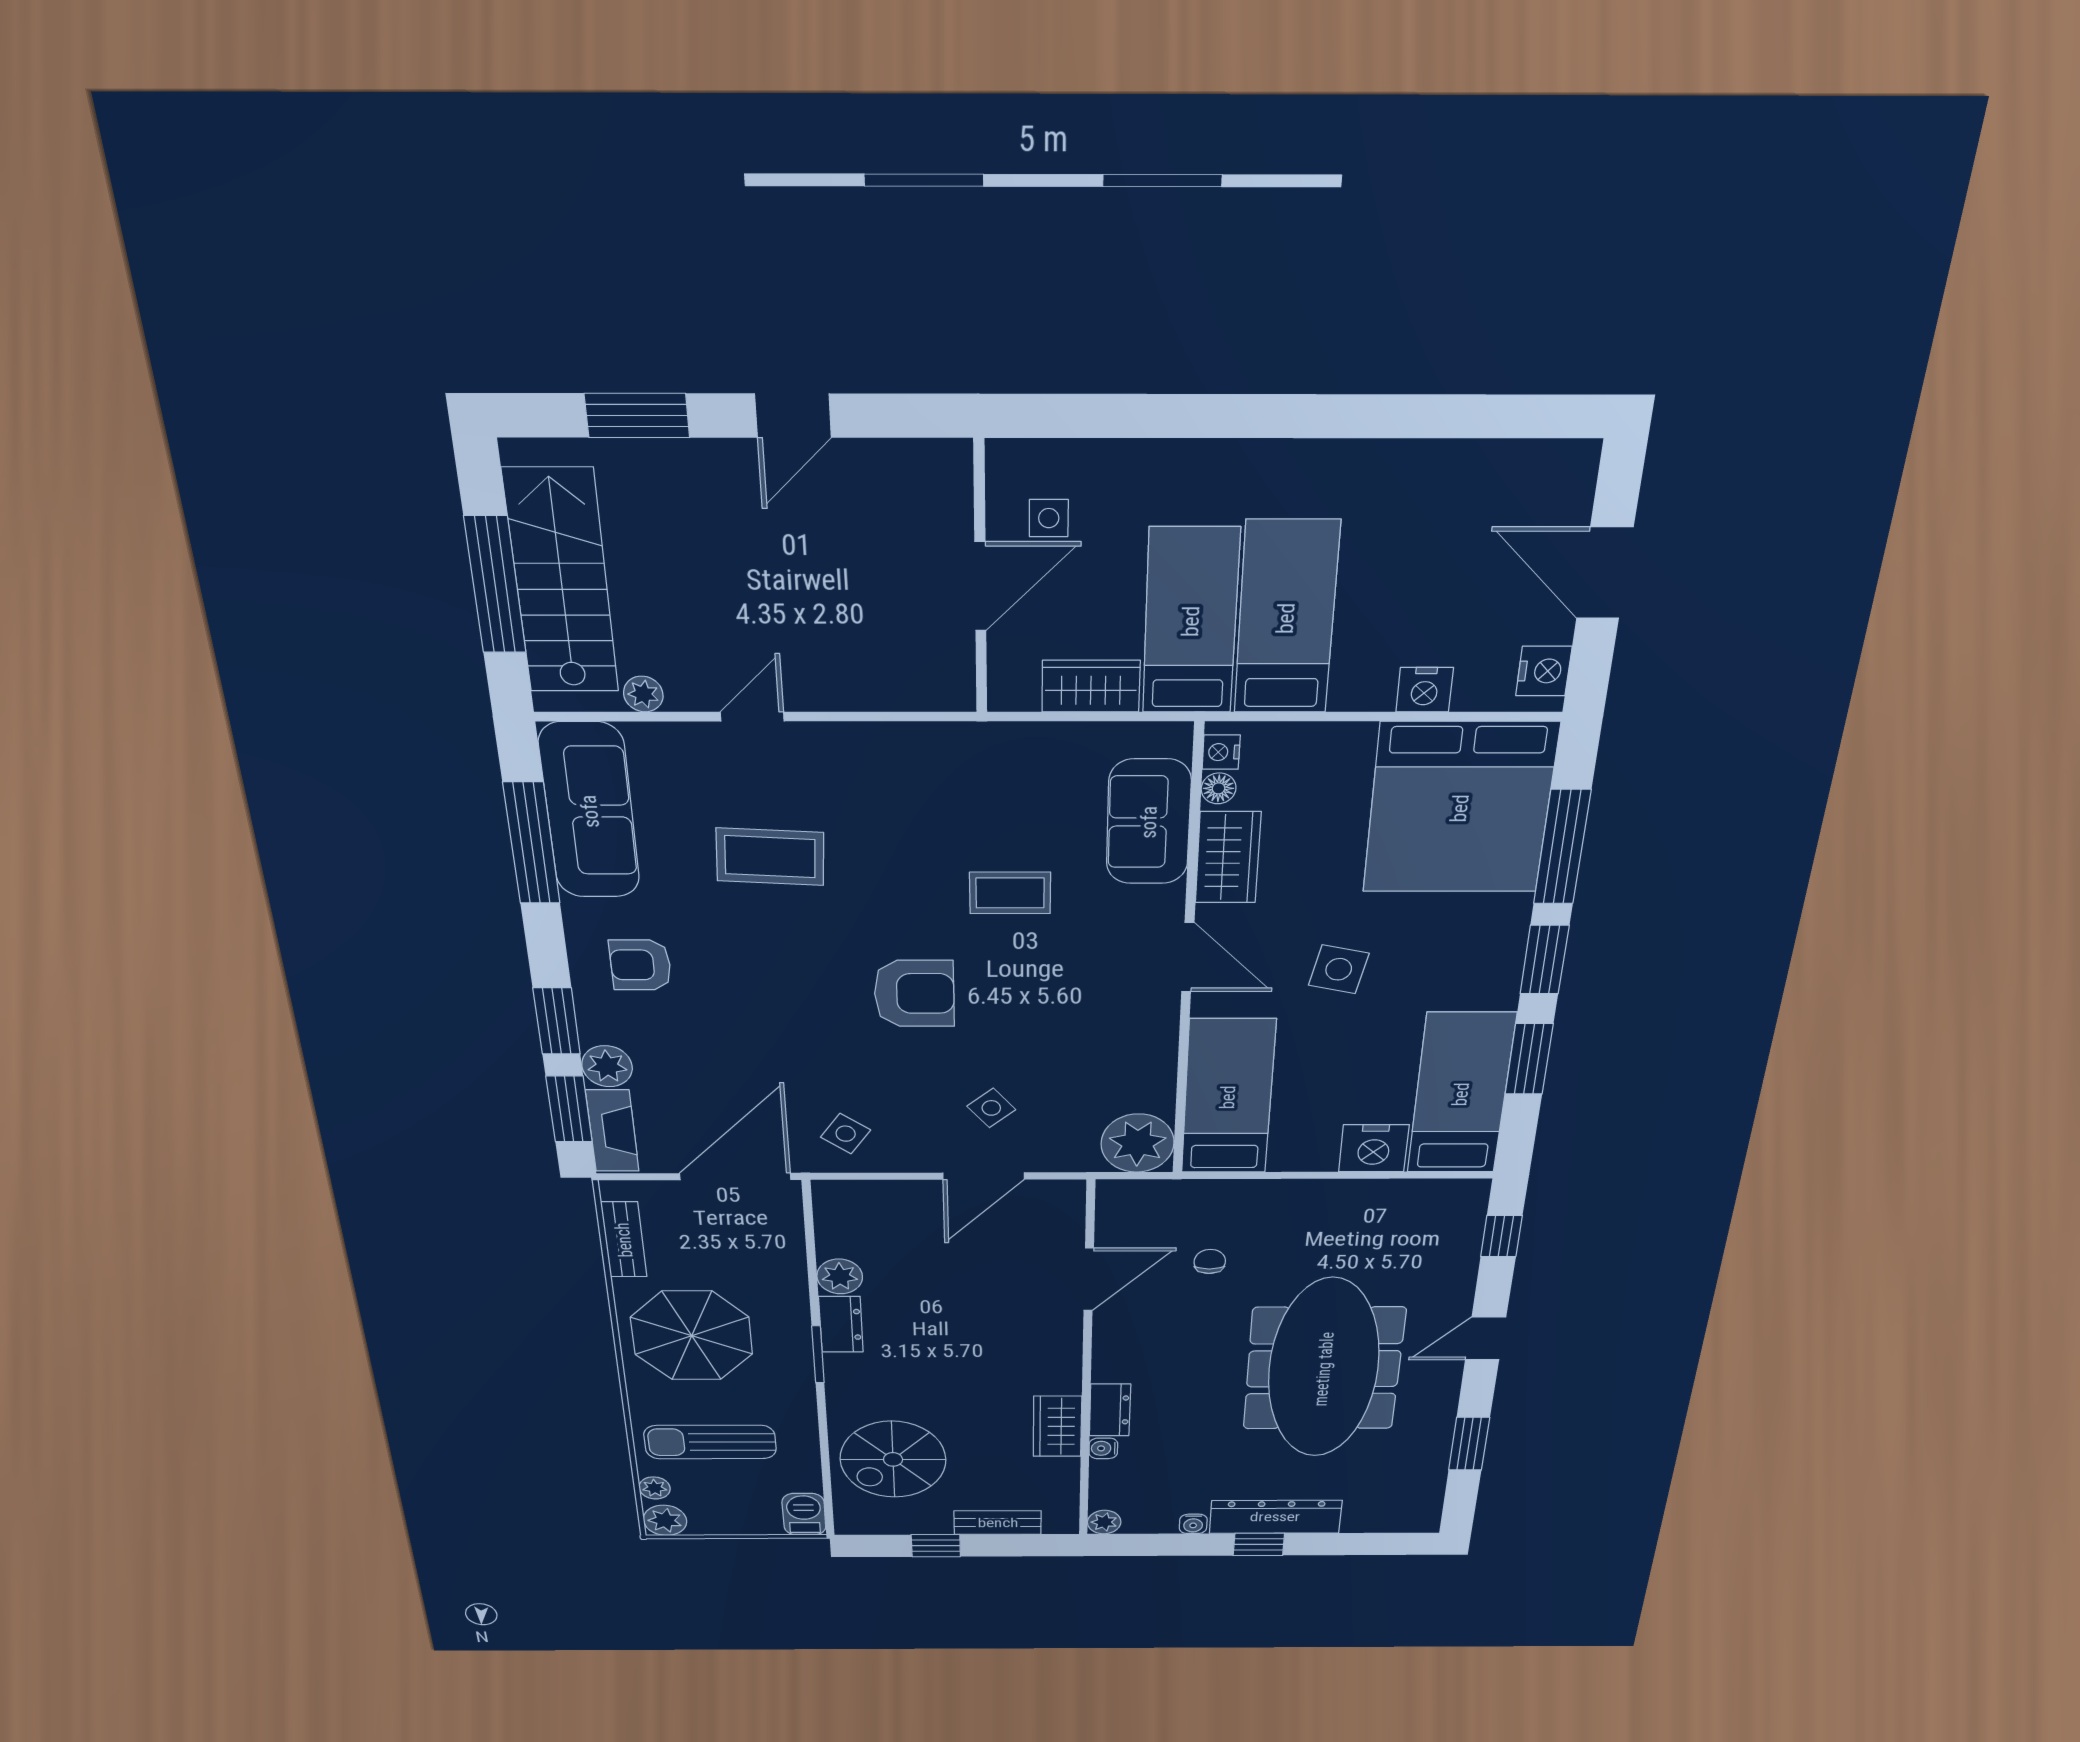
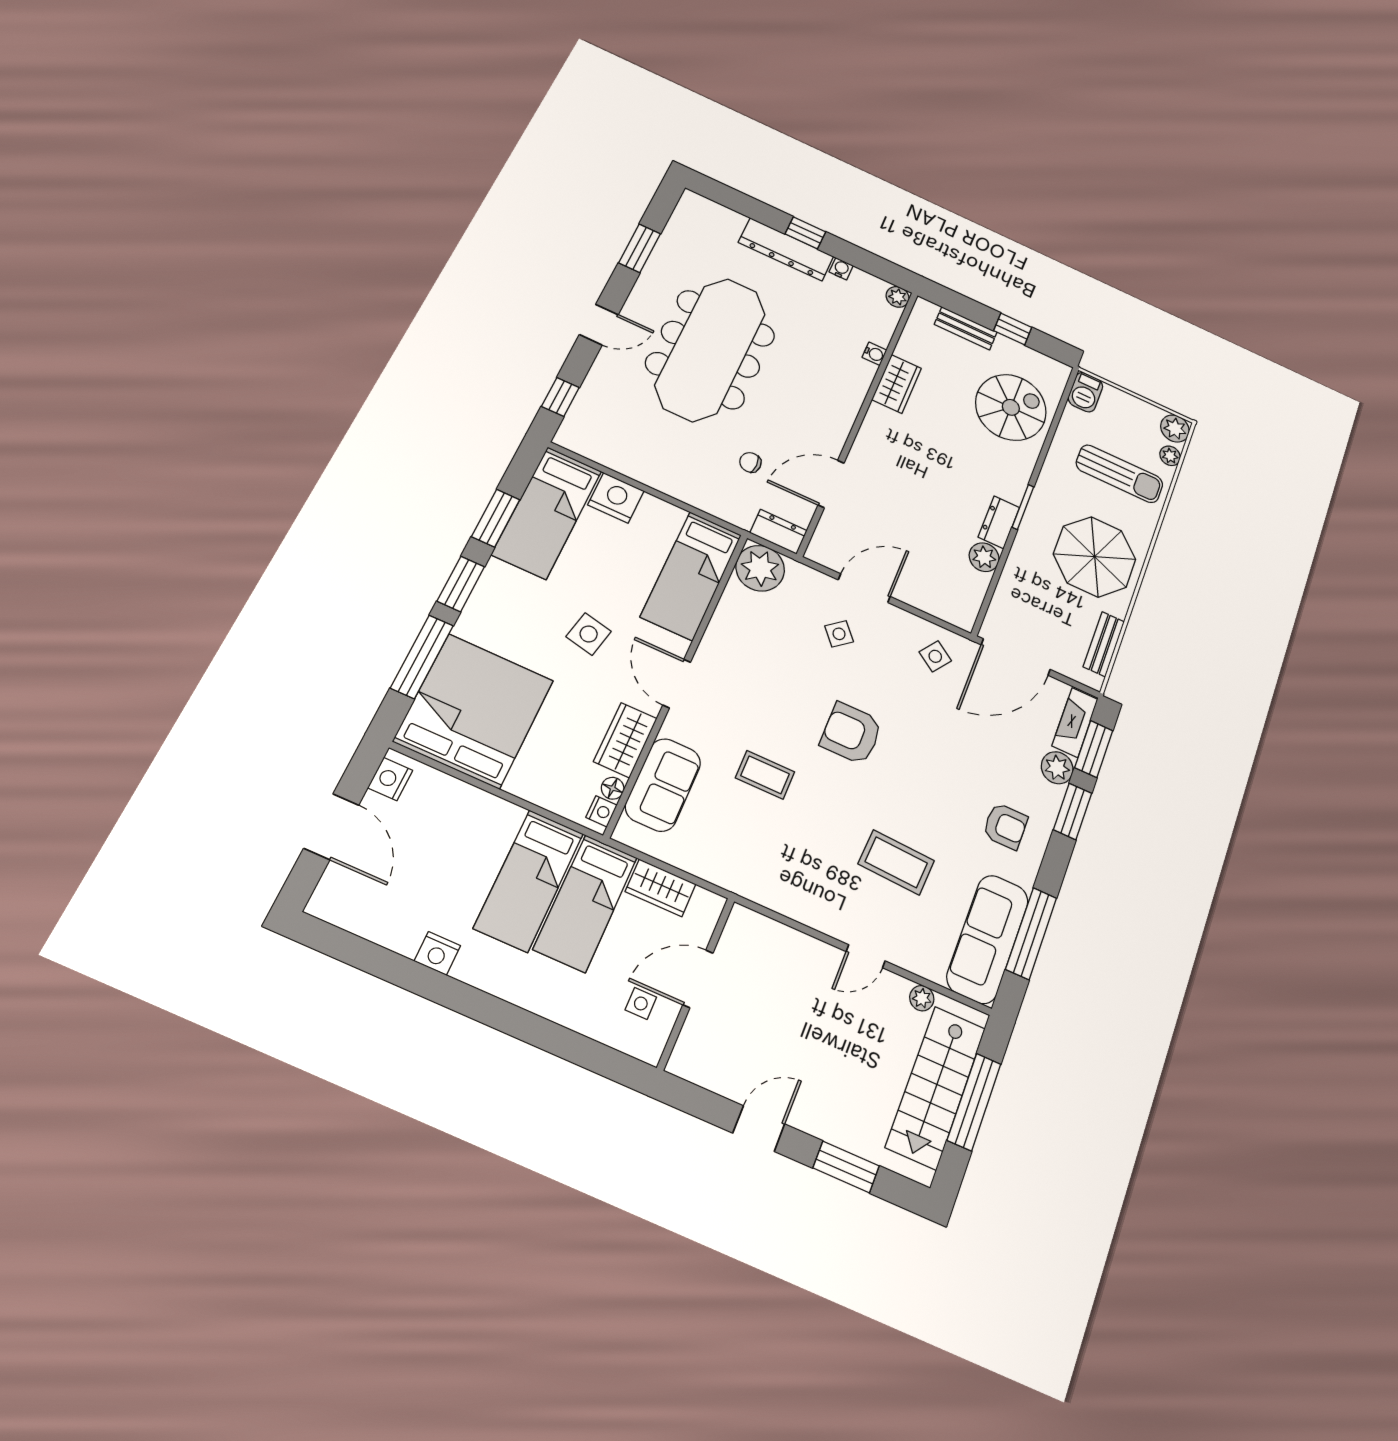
nightstand: (1424, 690) -> (437, 953), moved, turned 180
chair: (1210, 1261) -> (750, 462), turned 90
dresser: (1110, 1410) -> (779, 532), moved, turned 90

